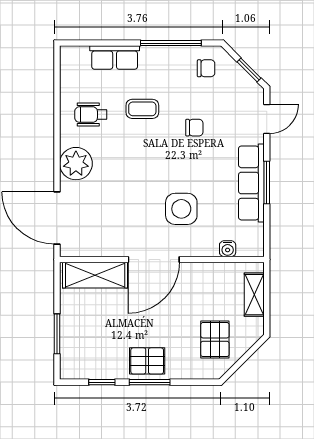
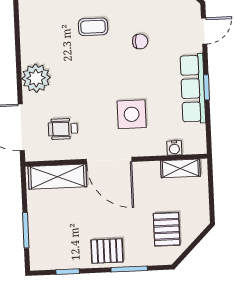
wheelchair: (91, 115) -> (63, 129), moved
window: (267, 182) -> (207, 87), width x0.67
door: (154, 259) -> (109, 160), hinge flipped
shelving: (254, 295) -> (180, 168), moved, turned 90
window: (150, 382) -> (129, 269), moved

